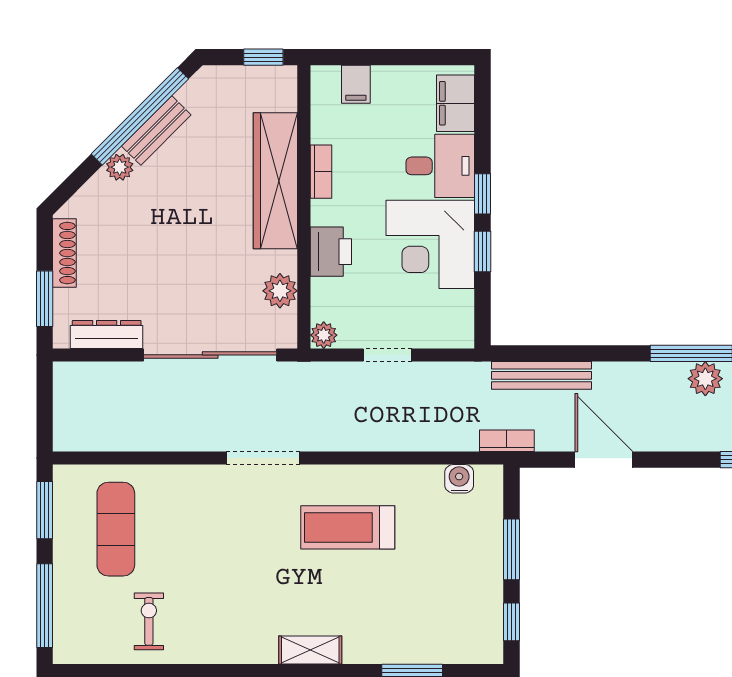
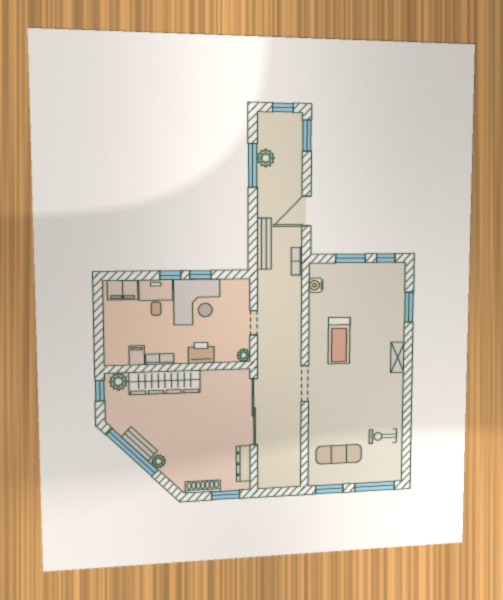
filing cabinet: (356, 84) -> (137, 356), moved, turned -90
plant: (280, 291) -> (118, 382), moved

